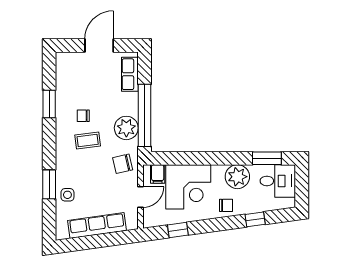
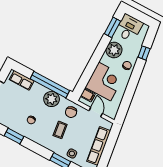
coffee table: (88, 141) -> (60, 130), moved
window: (178, 230) -> (126, 101), removed

